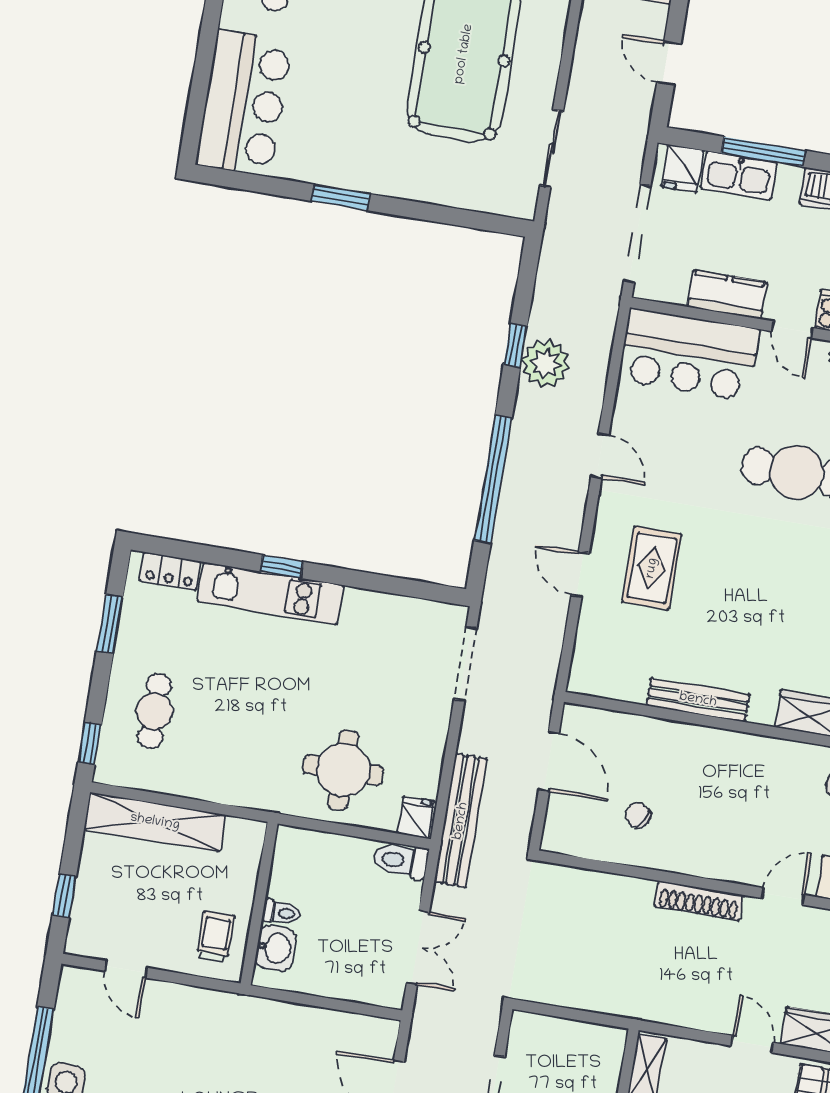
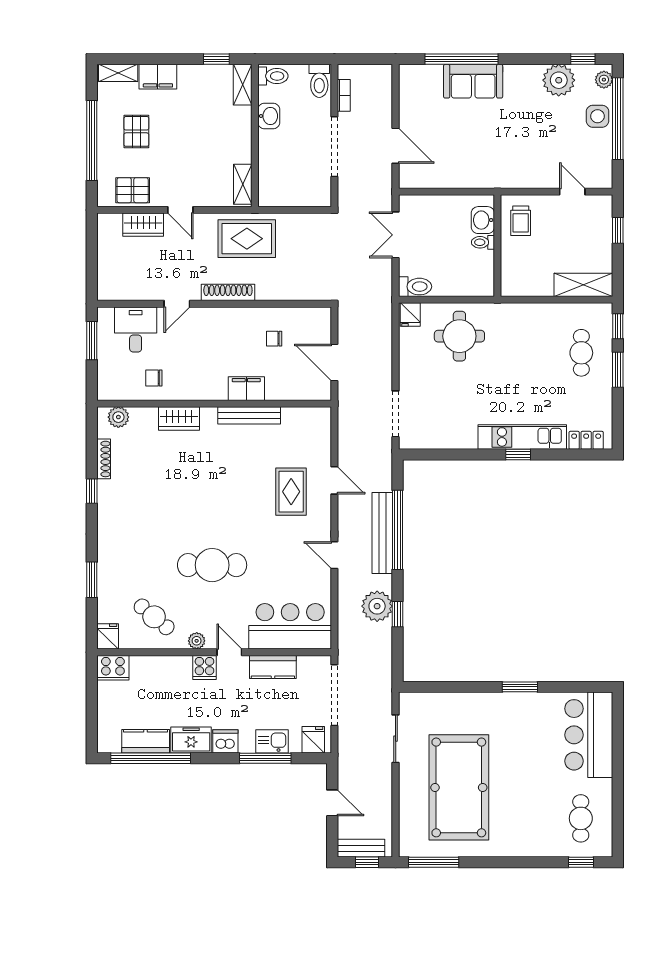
kitchen sink: (739, 175) -> (272, 741), width x0.73
window: (110, 624) -> (618, 370), moved
filing cabinet: (695, 743) -> (246, 389), added
chair: (638, 815) -> (274, 339), turned 153
bench: (461, 821) -> (382, 533), moved
shelving: (155, 822) -> (583, 285), width x0.68
rug: (655, 981) -> (247, 239), added

